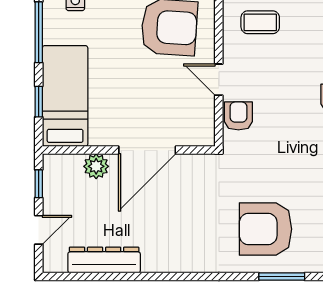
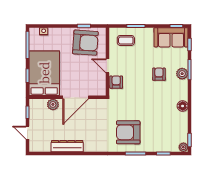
bed: (65, 96) -> (44, 73), width x1.50
door: (39, 230) -> (27, 133), swing flipped
dresser: (104, 260) -> (67, 146), moved

